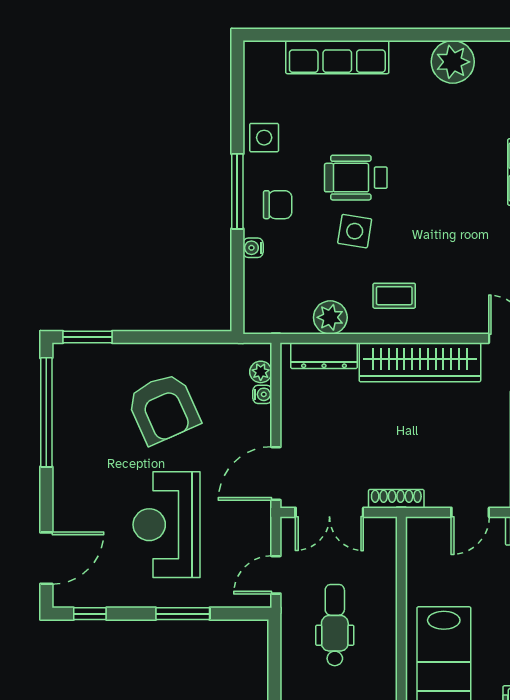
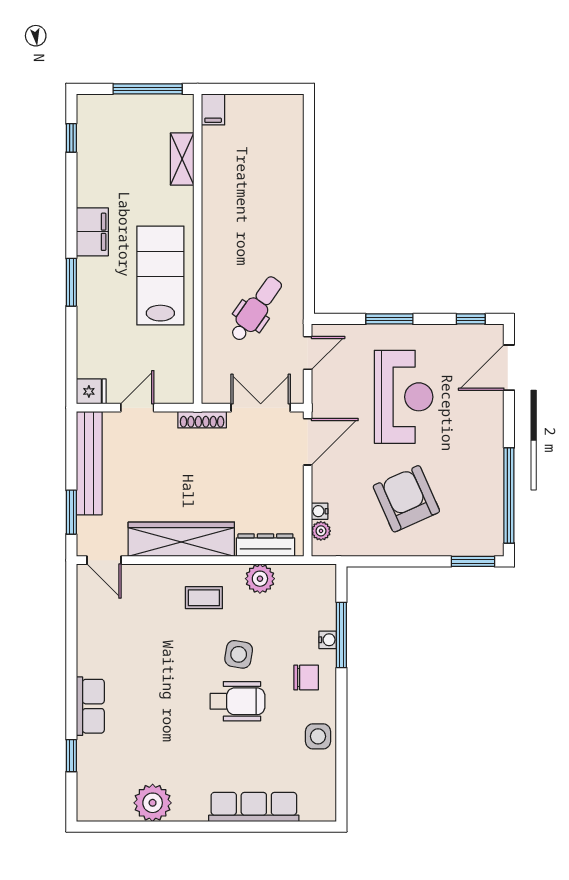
window: (237, 191) -> (341, 635), moved
chair: (278, 205) -> (306, 678), turned 180
dental chair: (335, 625) -> (256, 309), turned -145

